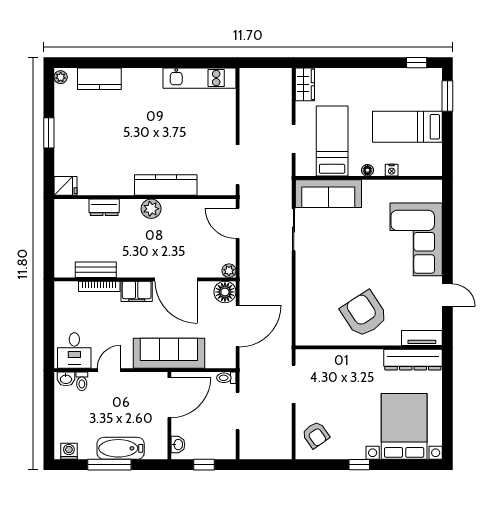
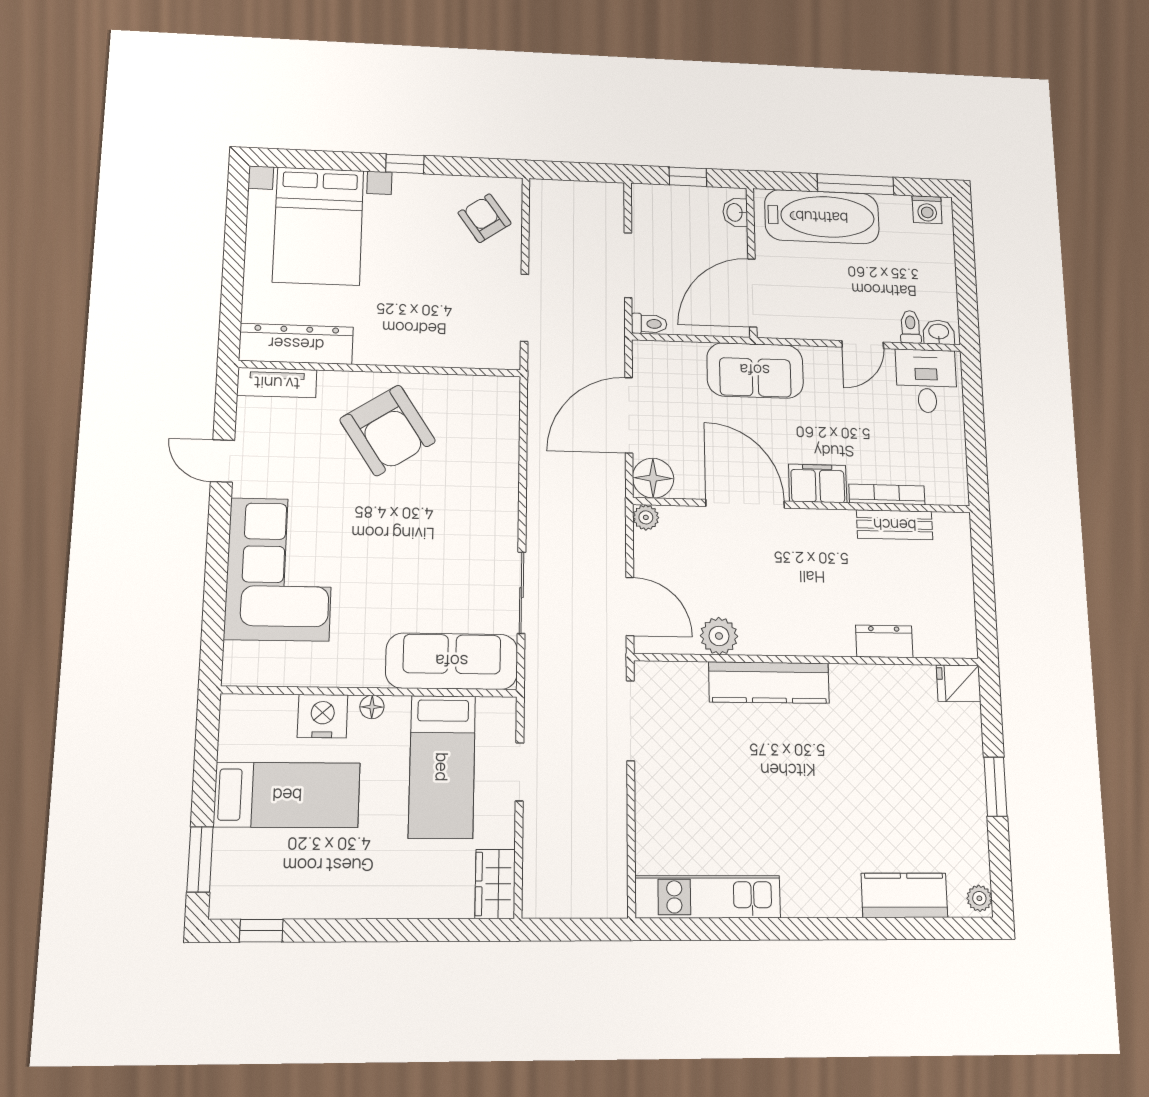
nightstand: (392, 170) -> (323, 716), width x1.89, depth x1.79
plant: (151, 209) -> (719, 636), moved
sofa: (169, 353) -> (755, 370), width x0.73
bathtub: (121, 448) -> (822, 217), width x1.36, depth x1.36

